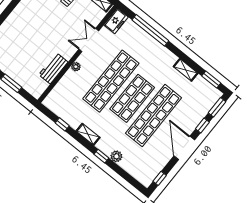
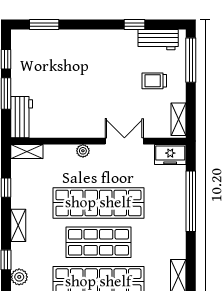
workbench: (53, 68) -> (22, 117), moved, turned 90
shelving: (52, 97) -> (27, 151), added

